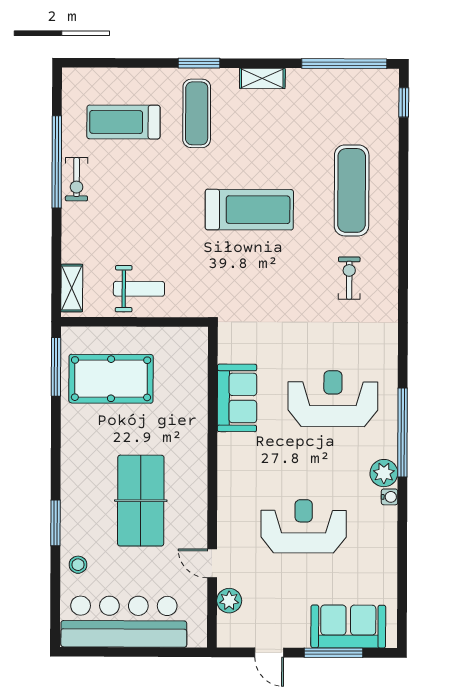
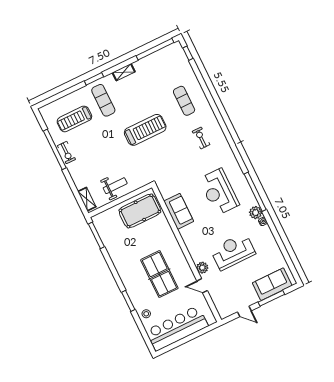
exercise mat: (352, 190) -> (184, 101), width x0.73, depth x0.69
pool table: (111, 379) -> (140, 211), moved
reception desk: (333, 399) -> (219, 192), turned -90
plant: (229, 601) -> (202, 268), moved

